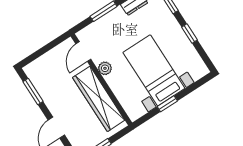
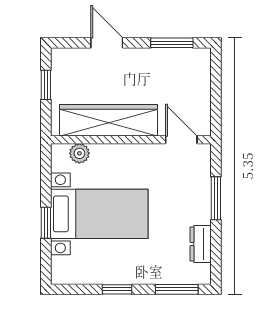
plant: (105, 68) -> (79, 153), moved
window: (167, 104) -> (46, 223), moved

